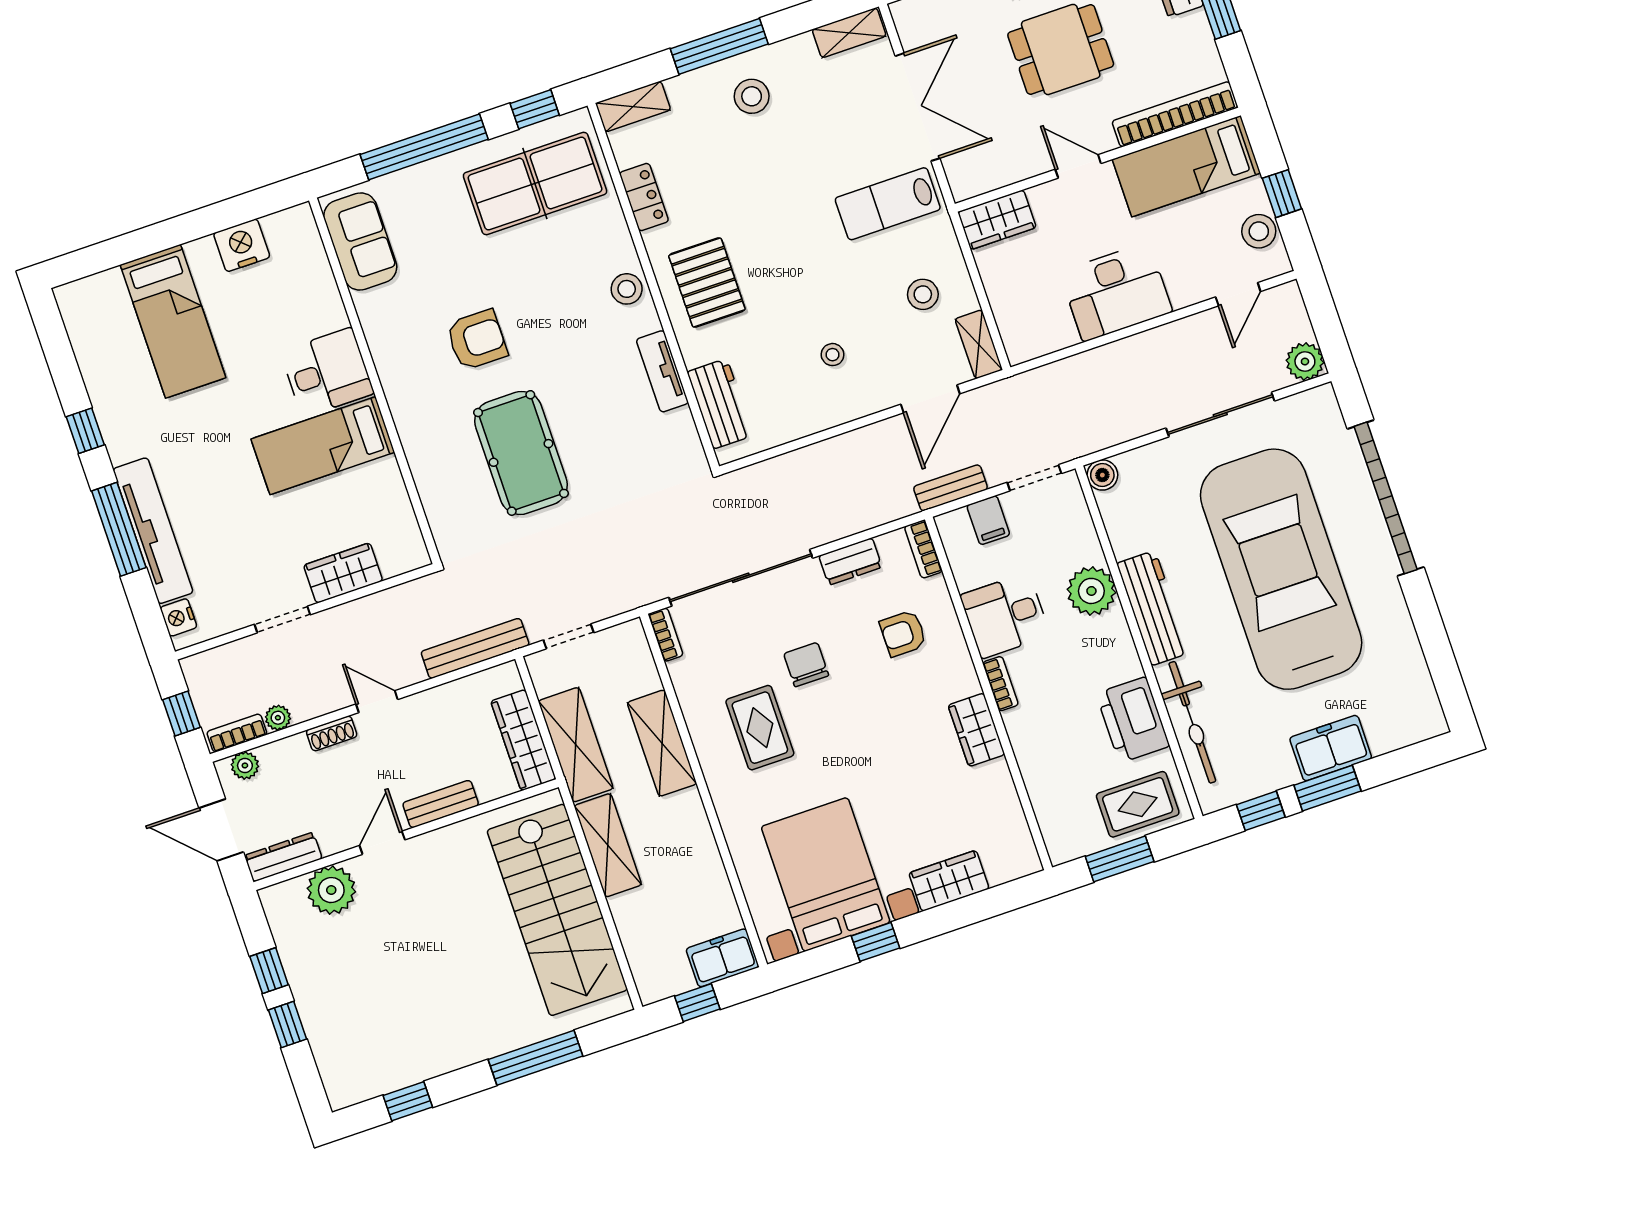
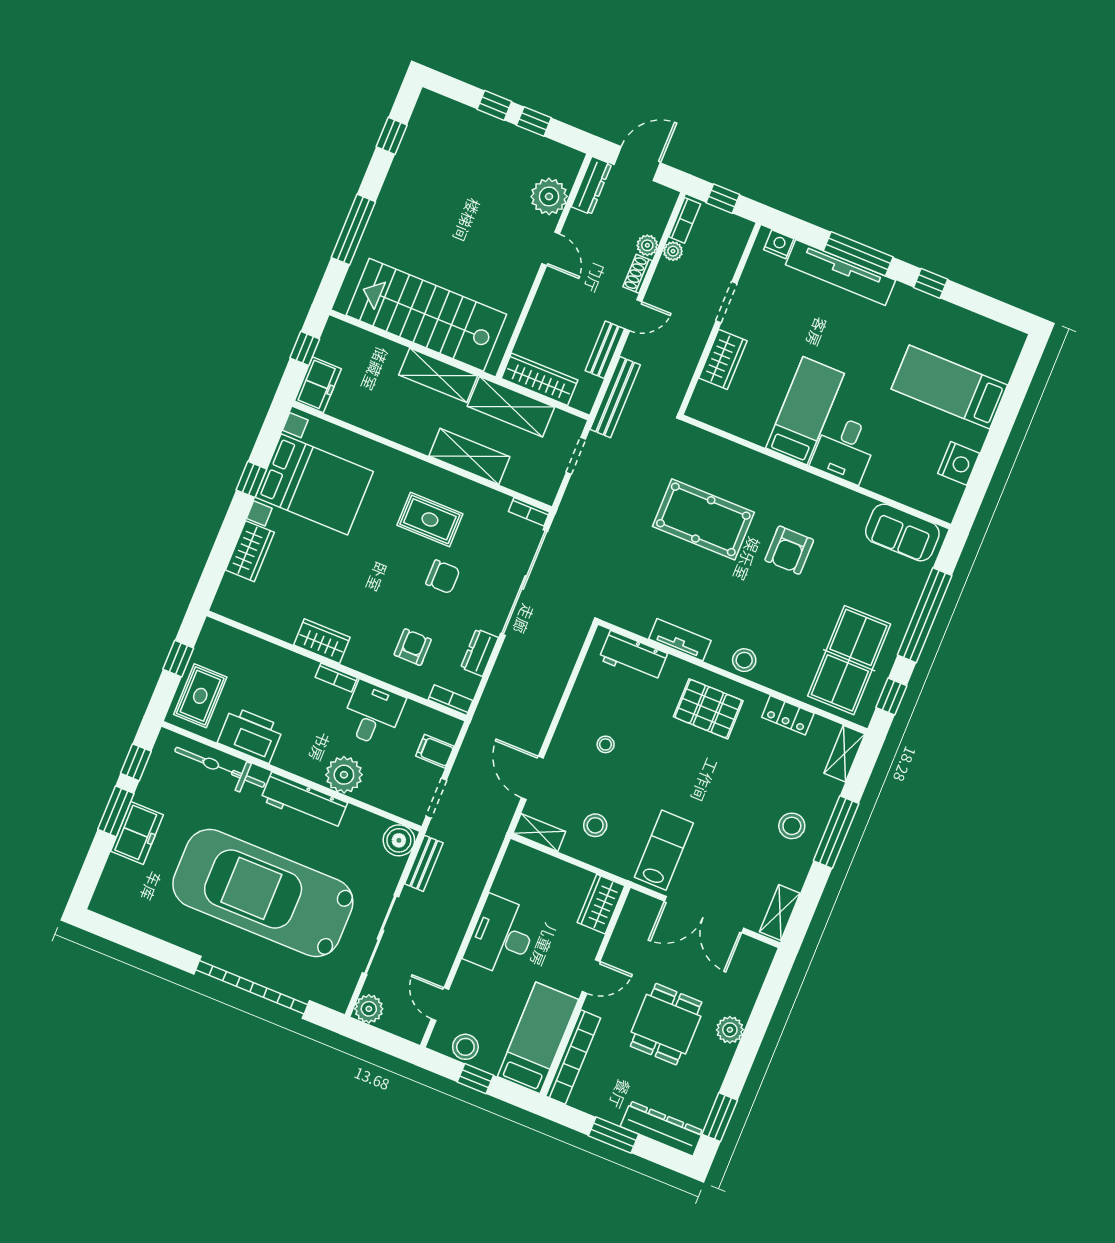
boiler: (1102, 475) -> (399, 840), width x1.36, depth x1.36
bench: (951, 488) -> (424, 863), moved
car: (1281, 569) -> (263, 893), turned 180
plant: (245, 765) -> (647, 245), moved
bench: (441, 804) -> (605, 350), moved
window: (1120, 859) -> (178, 659), width x0.67

